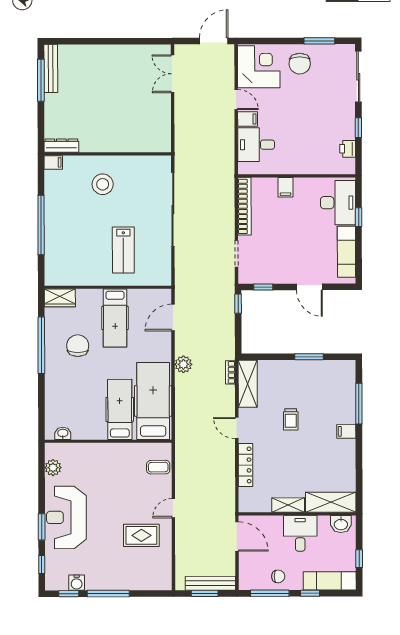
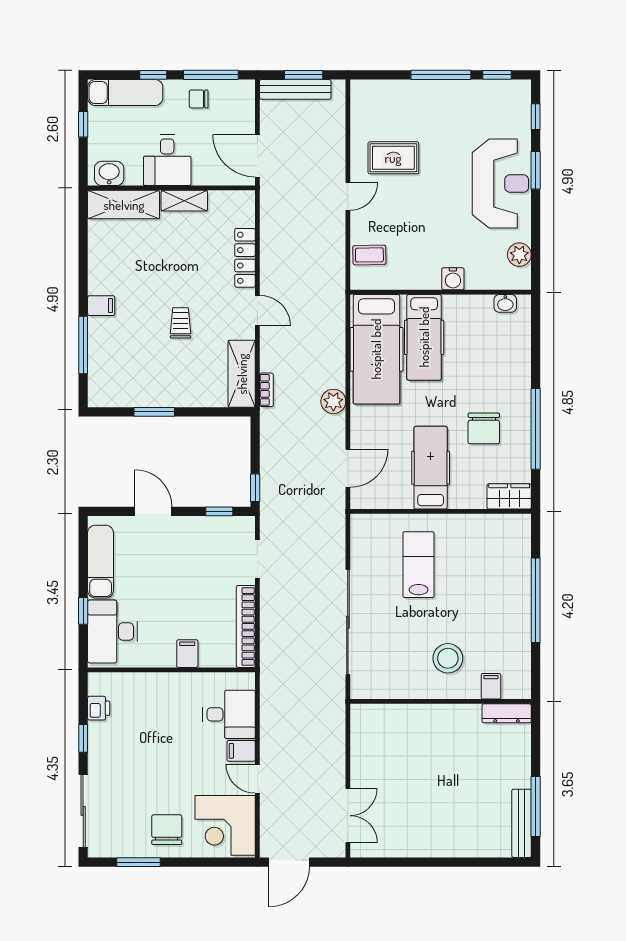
filing cabinet: (53, 162) -> (491, 686), moved, turned 90
water cooler: (77, 583) -> (453, 279), moved, turned 180

